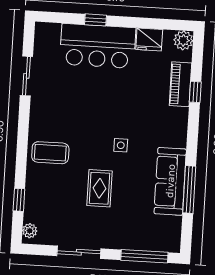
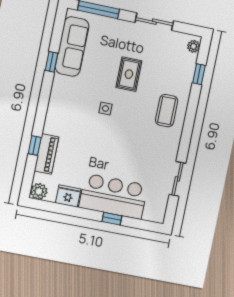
coffee table: (50, 153) -> (167, 111), turned 90
sofa: (170, 181) -> (72, 47), moved
window: (189, 190) -> (52, 62), width x0.46

